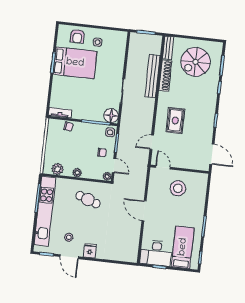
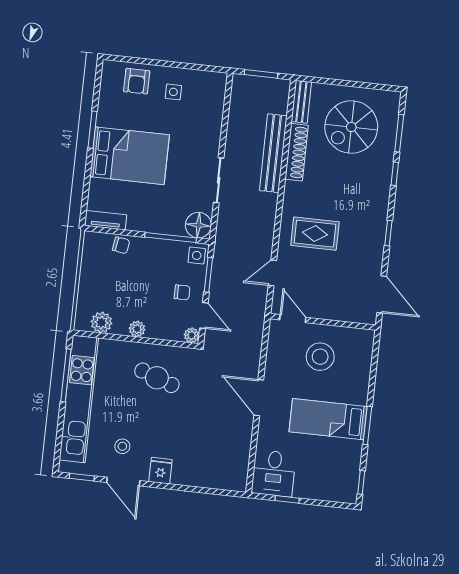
bed: (75, 63) -> (130, 156), moved
rug: (175, 120) -> (315, 234), turned 90
bed: (183, 247) -> (328, 419), moved, turned -90
desk: (156, 253) -> (274, 473), width x0.73

